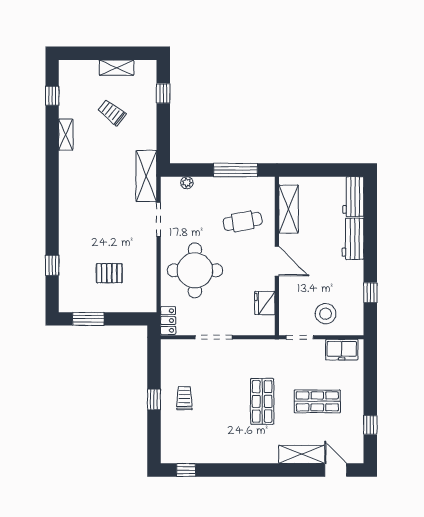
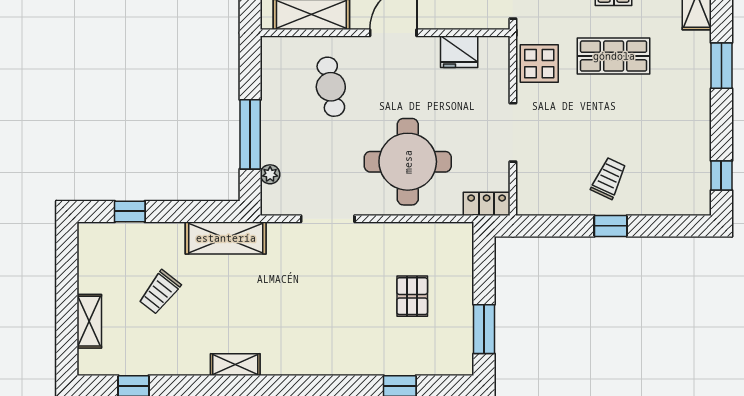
shelving: (117, 68) -> (89, 321), moved
shelving: (66, 135) -> (235, 365), moved
window: (235, 170) -> (250, 134), moved
shelving: (146, 176) -> (226, 238), moved
display table: (257, 354) -> (539, 64), added
trolley: (184, 398) -> (609, 178), turned 115
window: (256, 470) -> (721, 66), added

